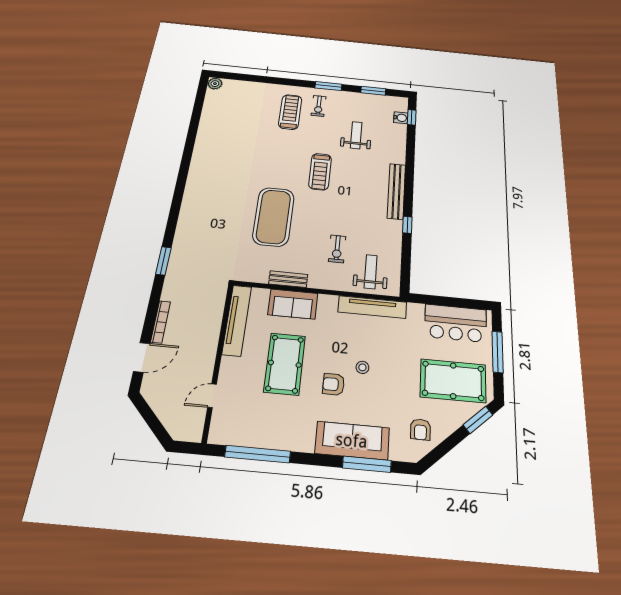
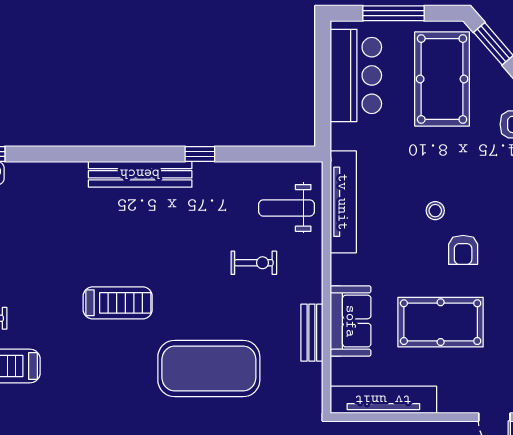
weight bench: (356, 135) -> (38, 248), removed

